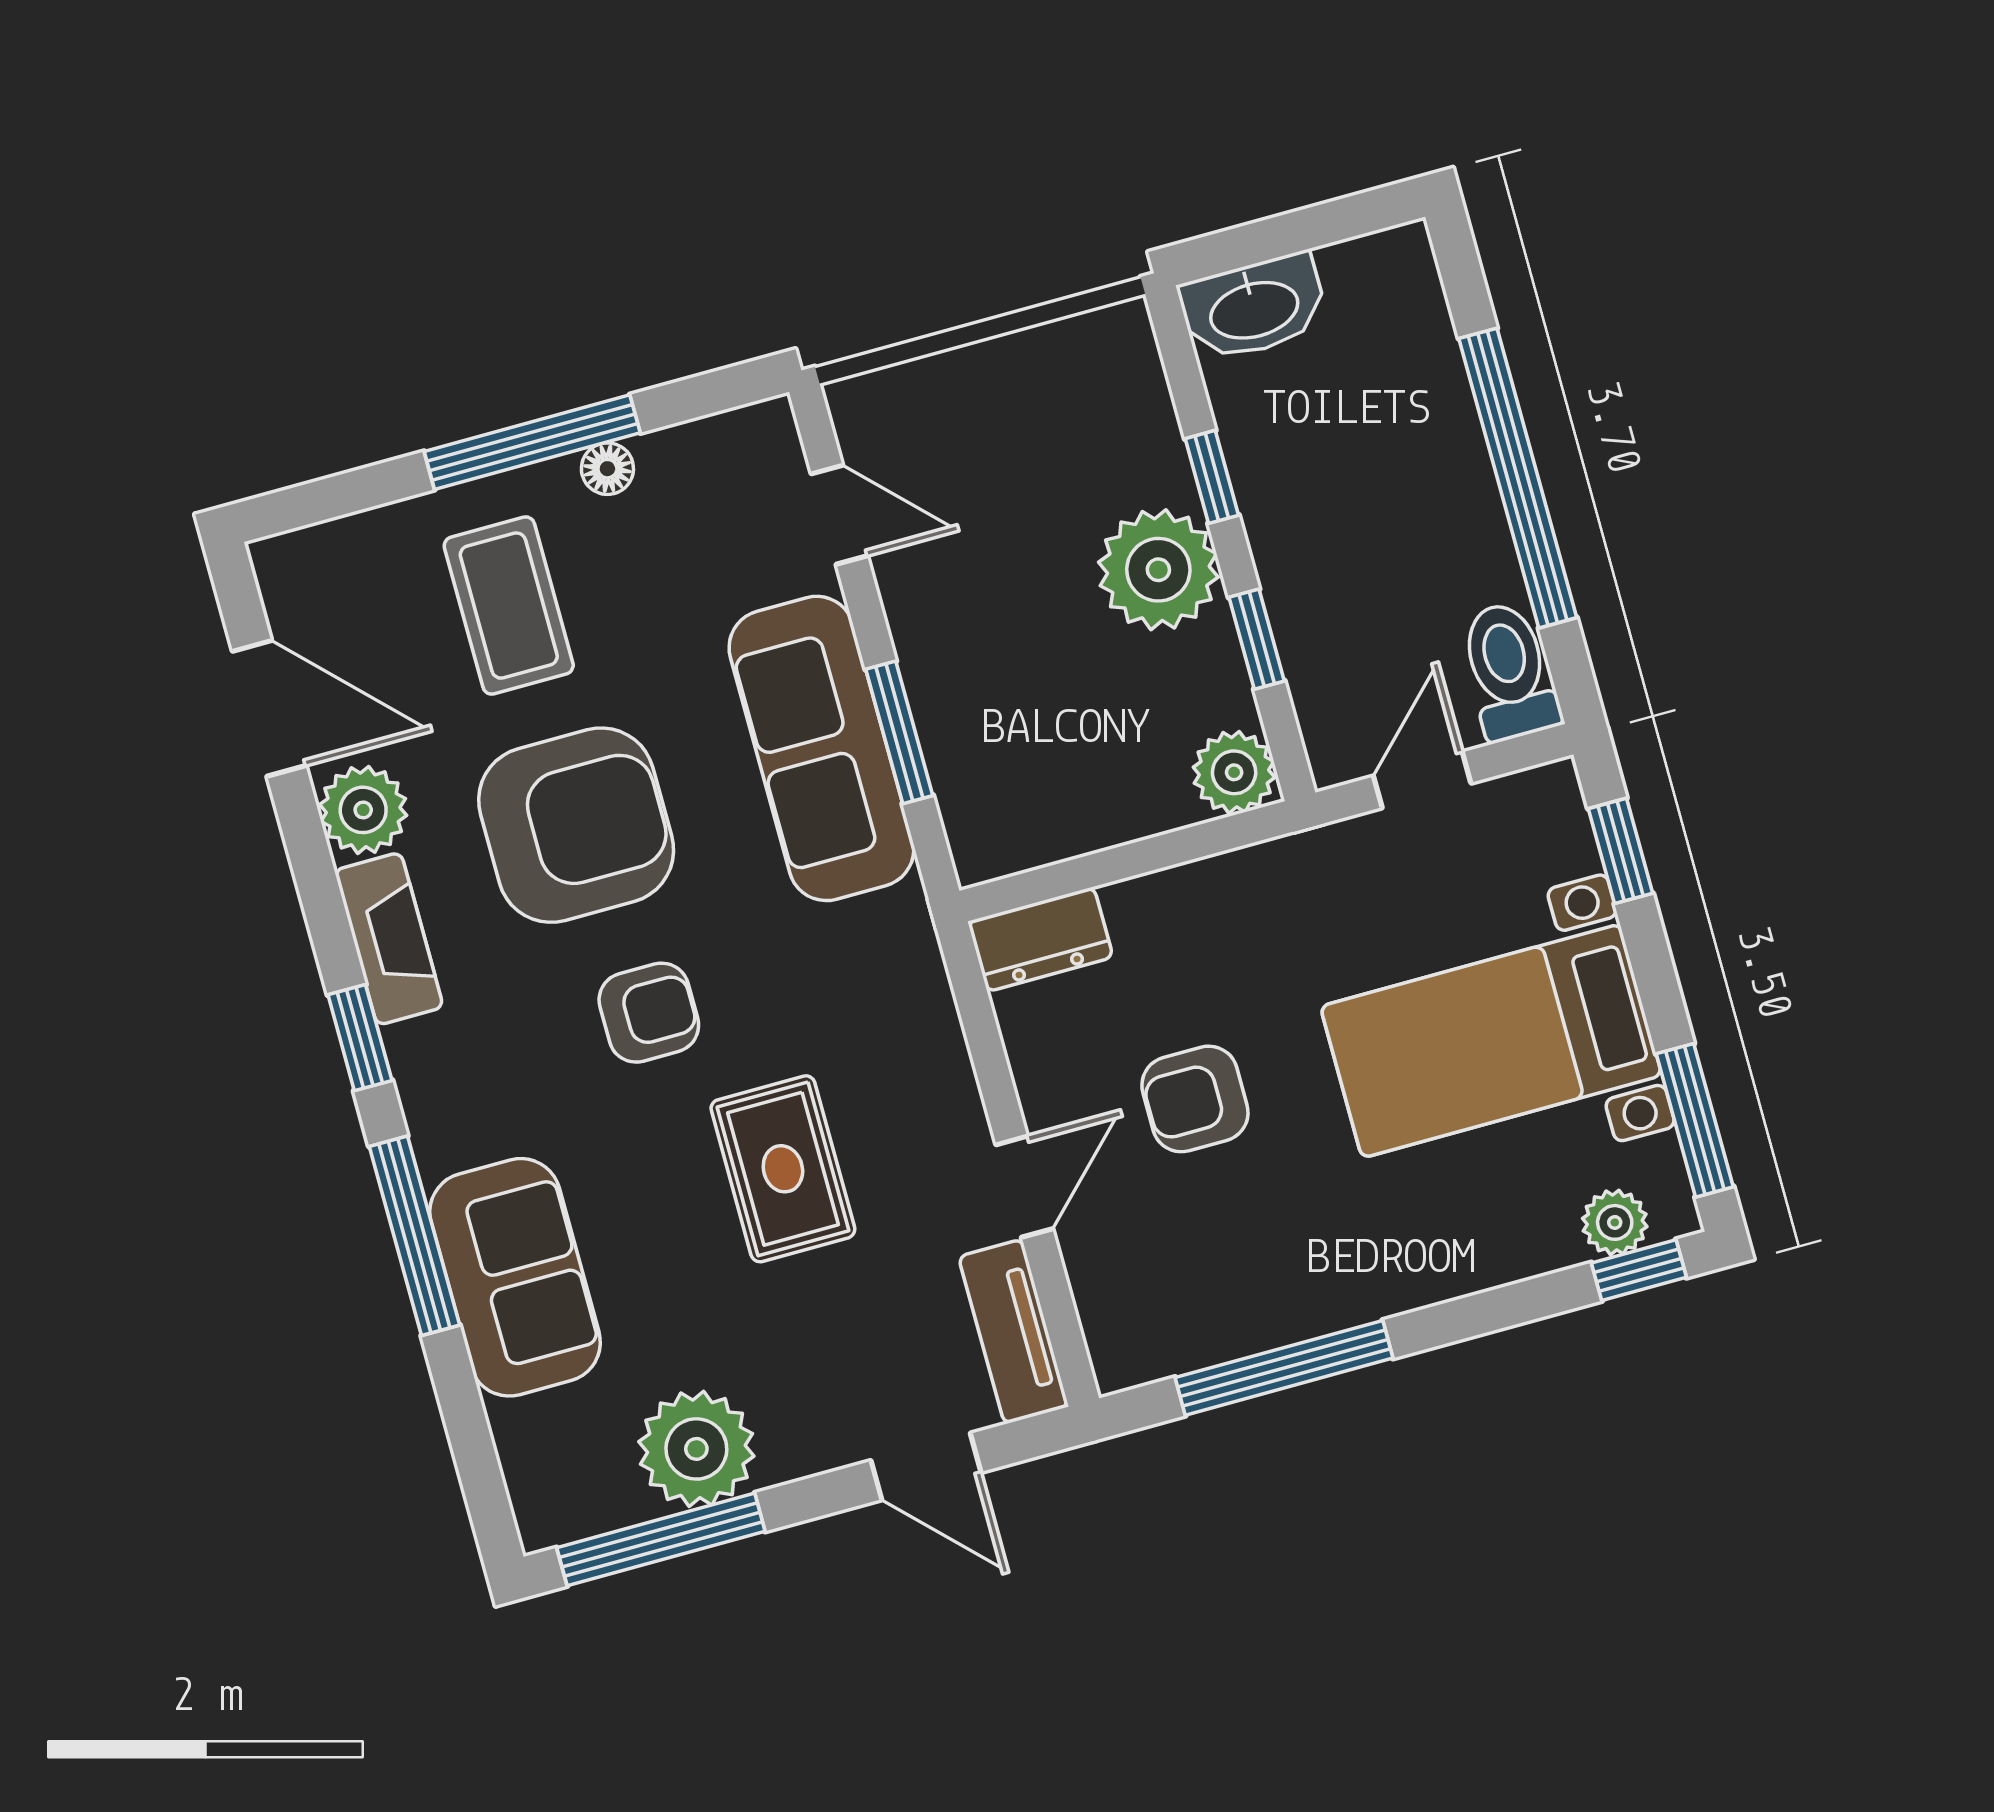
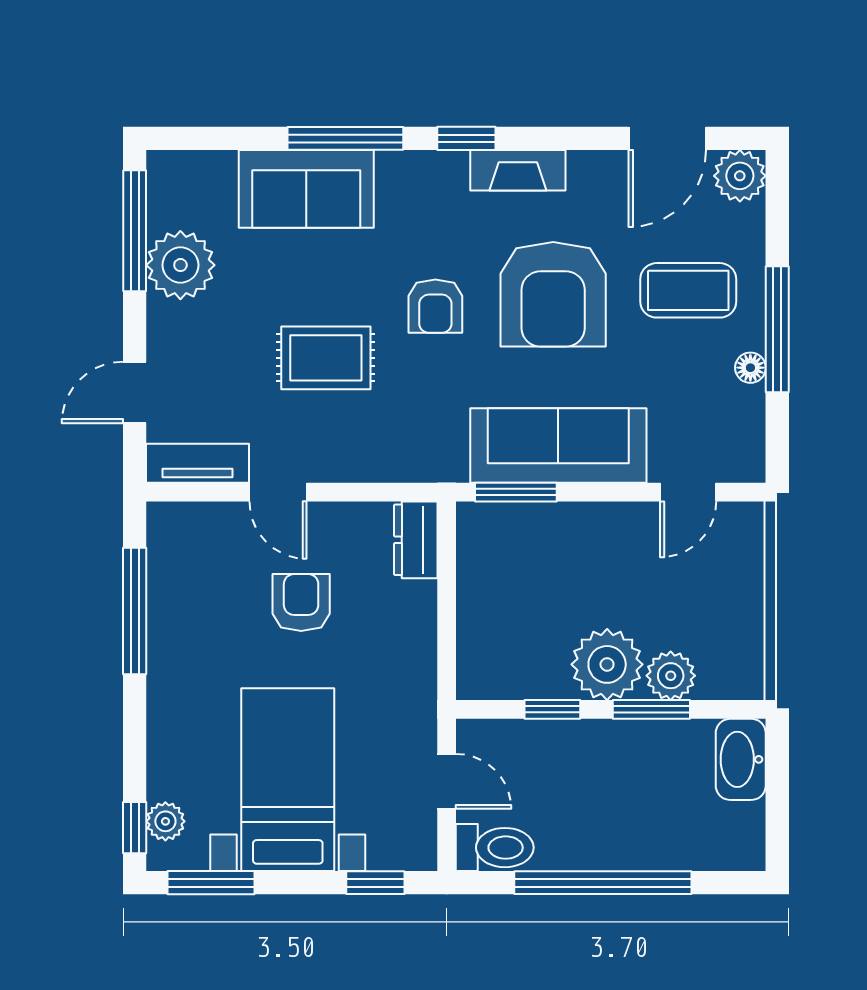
window: (1212, 477) -> (651, 709), width x1.50
window: (899, 732) -> (516, 492), moved
plant: (1234, 772) -> (671, 676), moved
plant: (363, 810) -> (740, 176), moved

